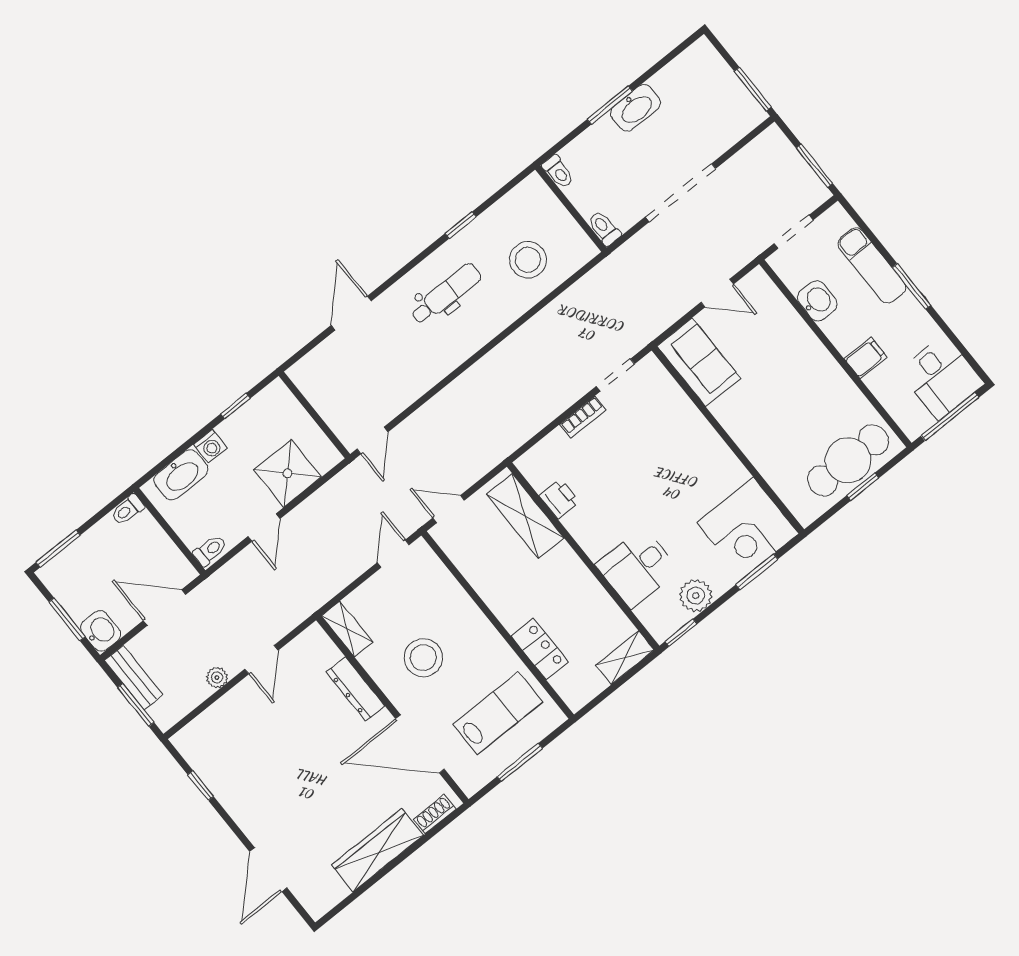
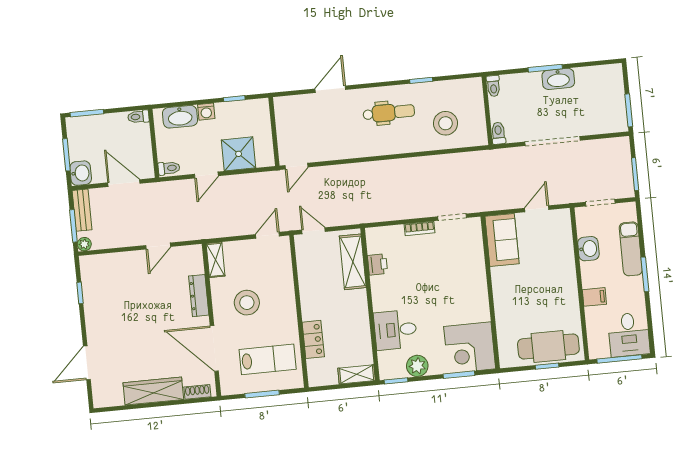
door: (717, 293) -> (537, 209), swing flipped
plant: (217, 678) -> (84, 244), moved

